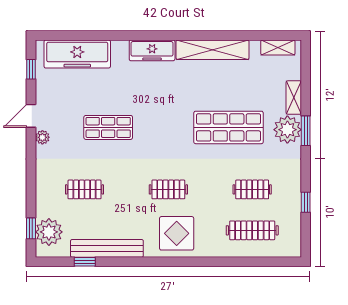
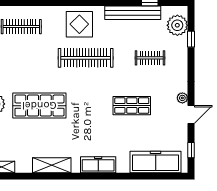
shelving: (213, 50) -> (52, 165), width x0.68
clothes rail: (168, 189) -> (86, 58), width x1.86, depth x1.31
clothes rail: (252, 189) -> (21, 58), removed
window: (31, 228) -> (191, 39), moved

